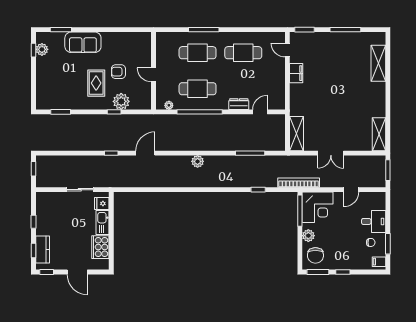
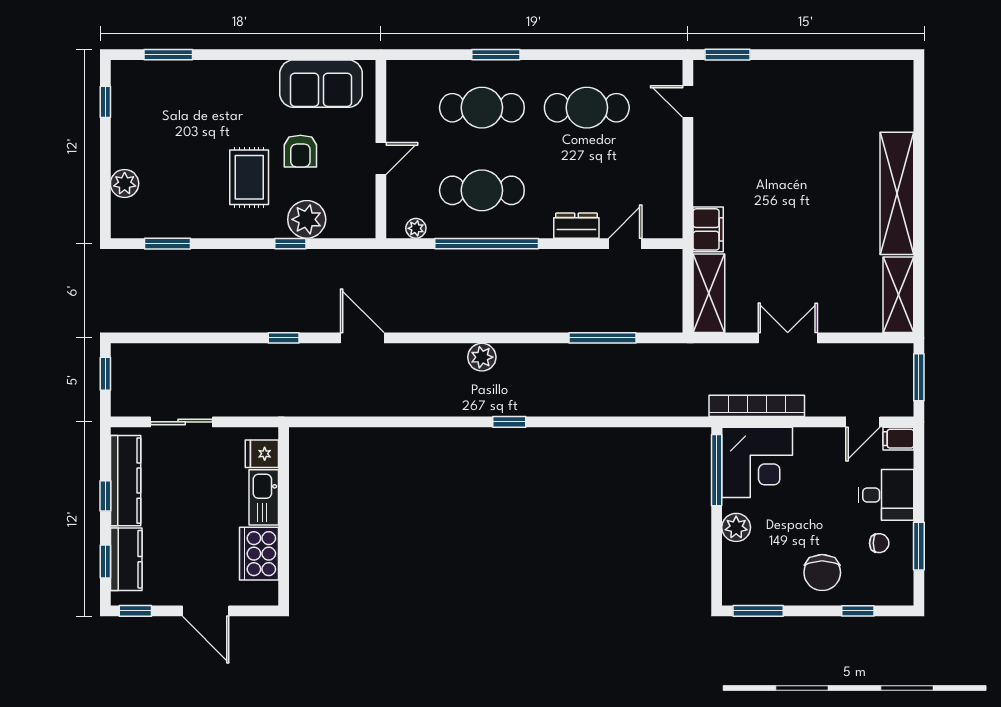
window: (204, 30) -> (496, 55), width x0.69
window: (345, 30) -> (821, 55), removed
sofa: (83, 42) -> (321, 84), moved
plant: (42, 49) -> (125, 184), moved
shelving: (378, 63) -> (897, 193), moved, width x1.47
armchair: (118, 72) -> (300, 151), turned -90
filing cabinet: (296, 73) -> (708, 229), moved
door: (154, 75) -> (381, 159), swing flipped
door: (145, 153) -> (362, 338), hinge flipped
double door: (331, 153) -> (788, 338), swing flipped
bookcase: (299, 183) -> (757, 406), moved
sliding door: (80, 190) -> (182, 422), moved
window: (258, 190) -> (509, 422), moved
door: (351, 190) -> (863, 422), moved
kitchen counter: (42, 215) -> (126, 481), added
chair: (315, 255) -> (822, 573), moved
filing cabinet: (379, 262) -> (898, 439), moved
window: (343, 272) -> (858, 611), moved

